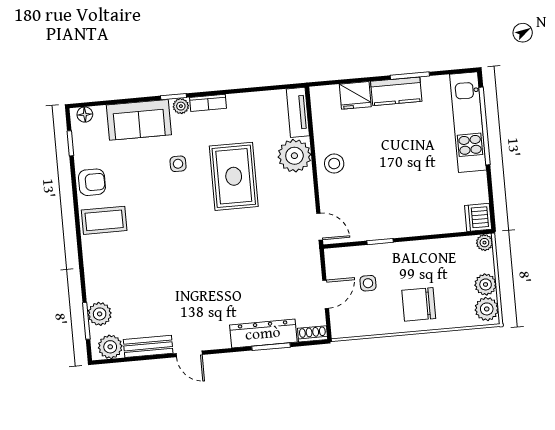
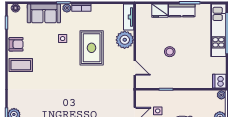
stool: (334, 164) -> (170, 52), moved
door: (320, 227) -> (135, 68), moved

